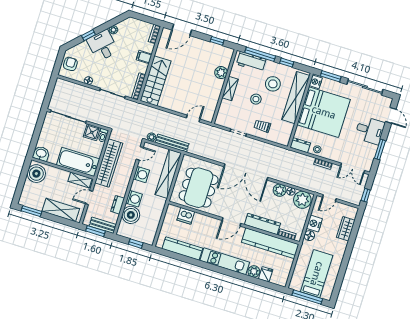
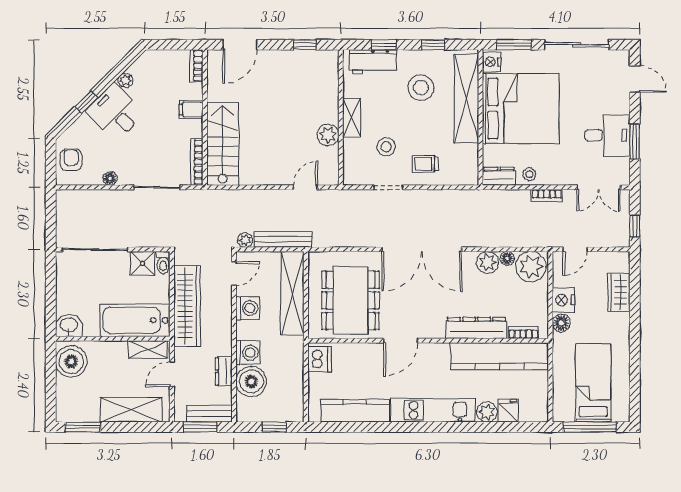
window: (260, 54) -> (384, 45), width x0.46
plant: (221, 73) -> (328, 135), moved
stool: (256, 99) -> (386, 147), moved
desk: (370, 130) -> (607, 135), moved
dishwasher: (186, 216) -> (320, 359), moved, turned -90
door: (231, 222) -> (401, 341), moved

